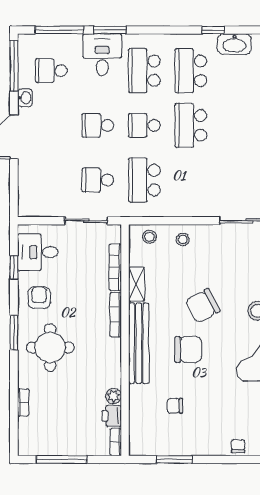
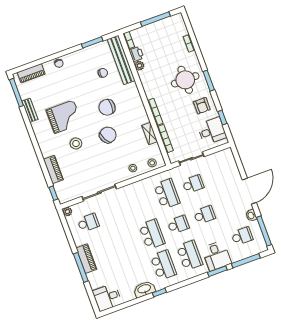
bench: (139, 343) -> (121, 60), moved

